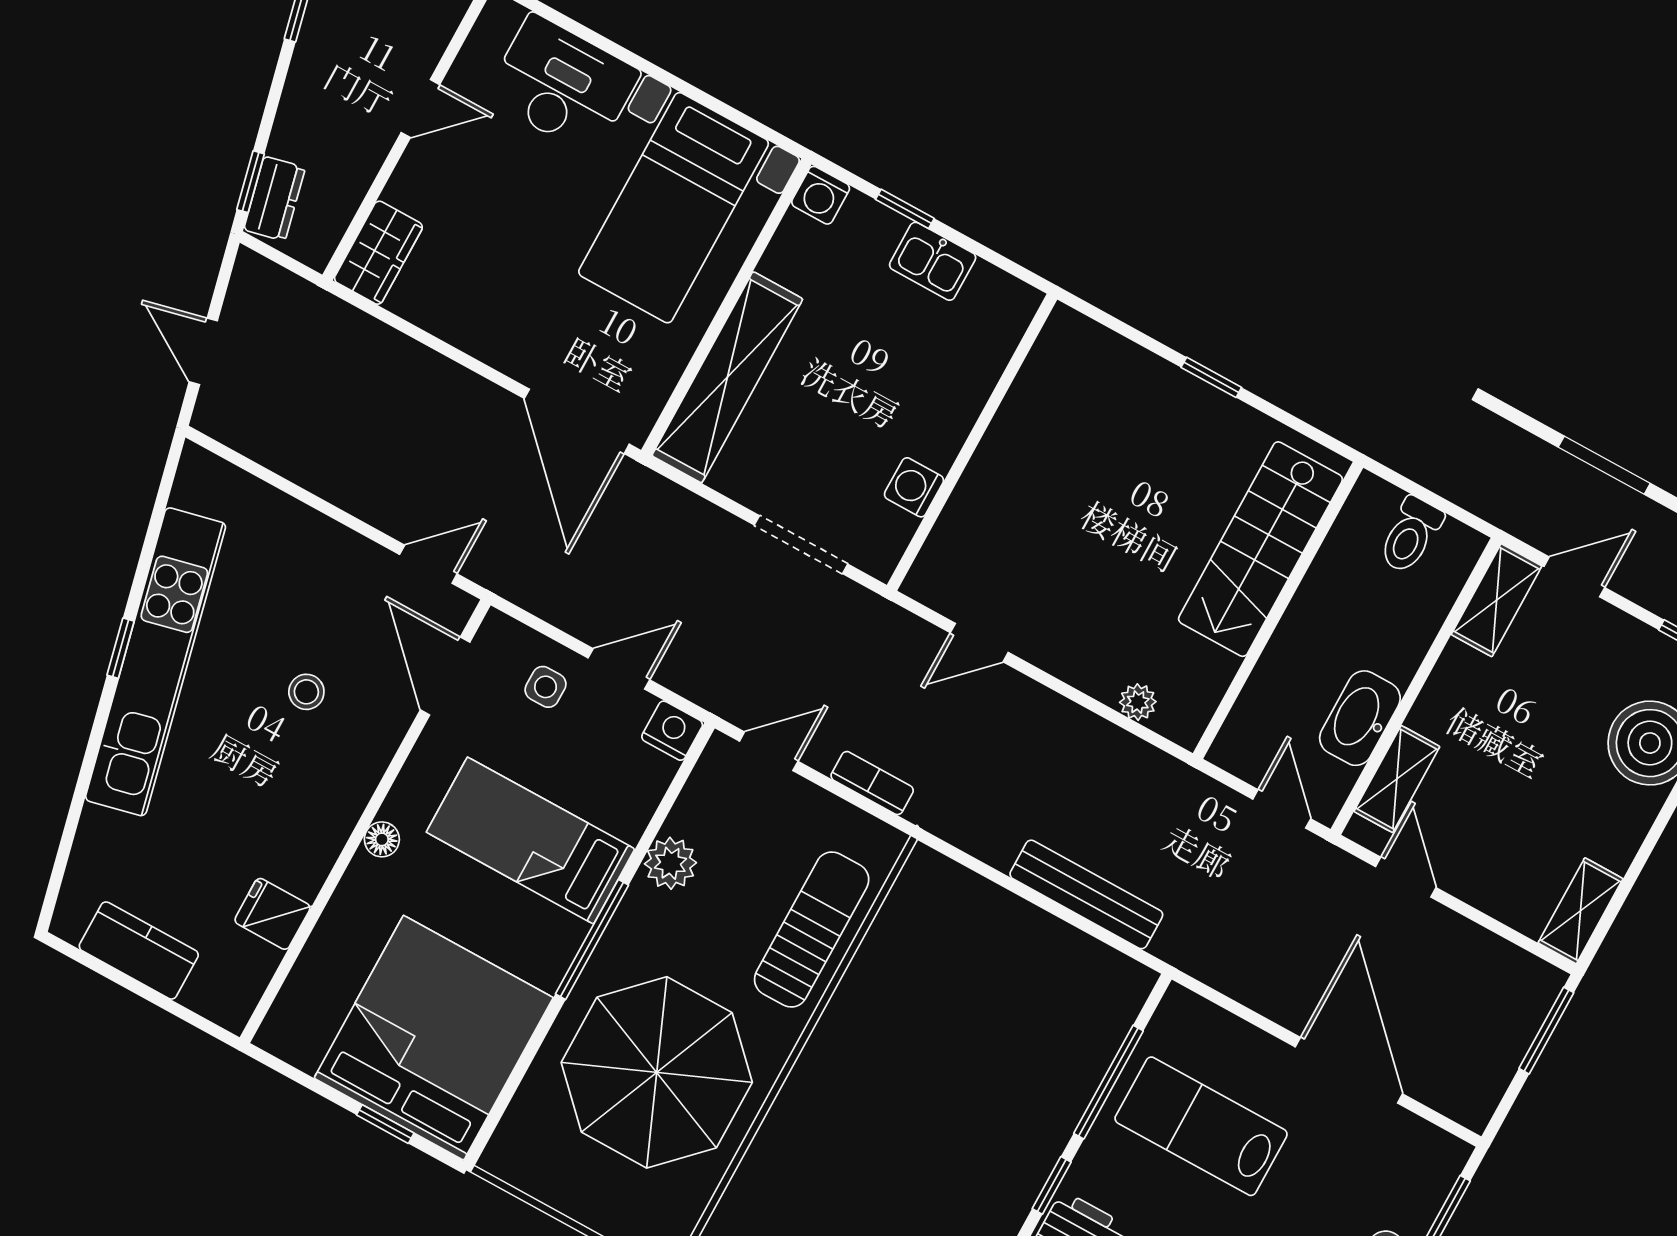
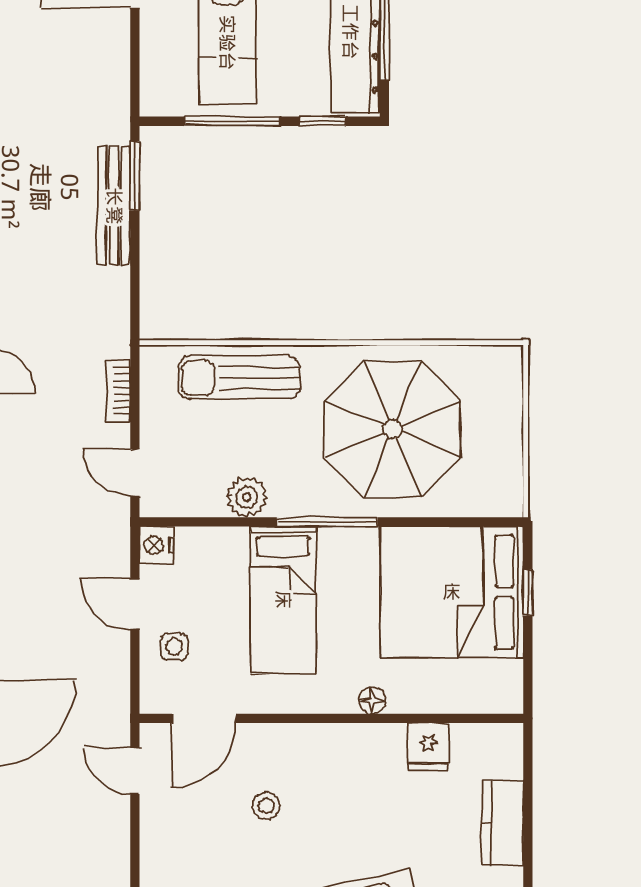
floor lamp: (382, 839) -> (372, 700), moved
window: (1107, 937) -> (135, 176), added

